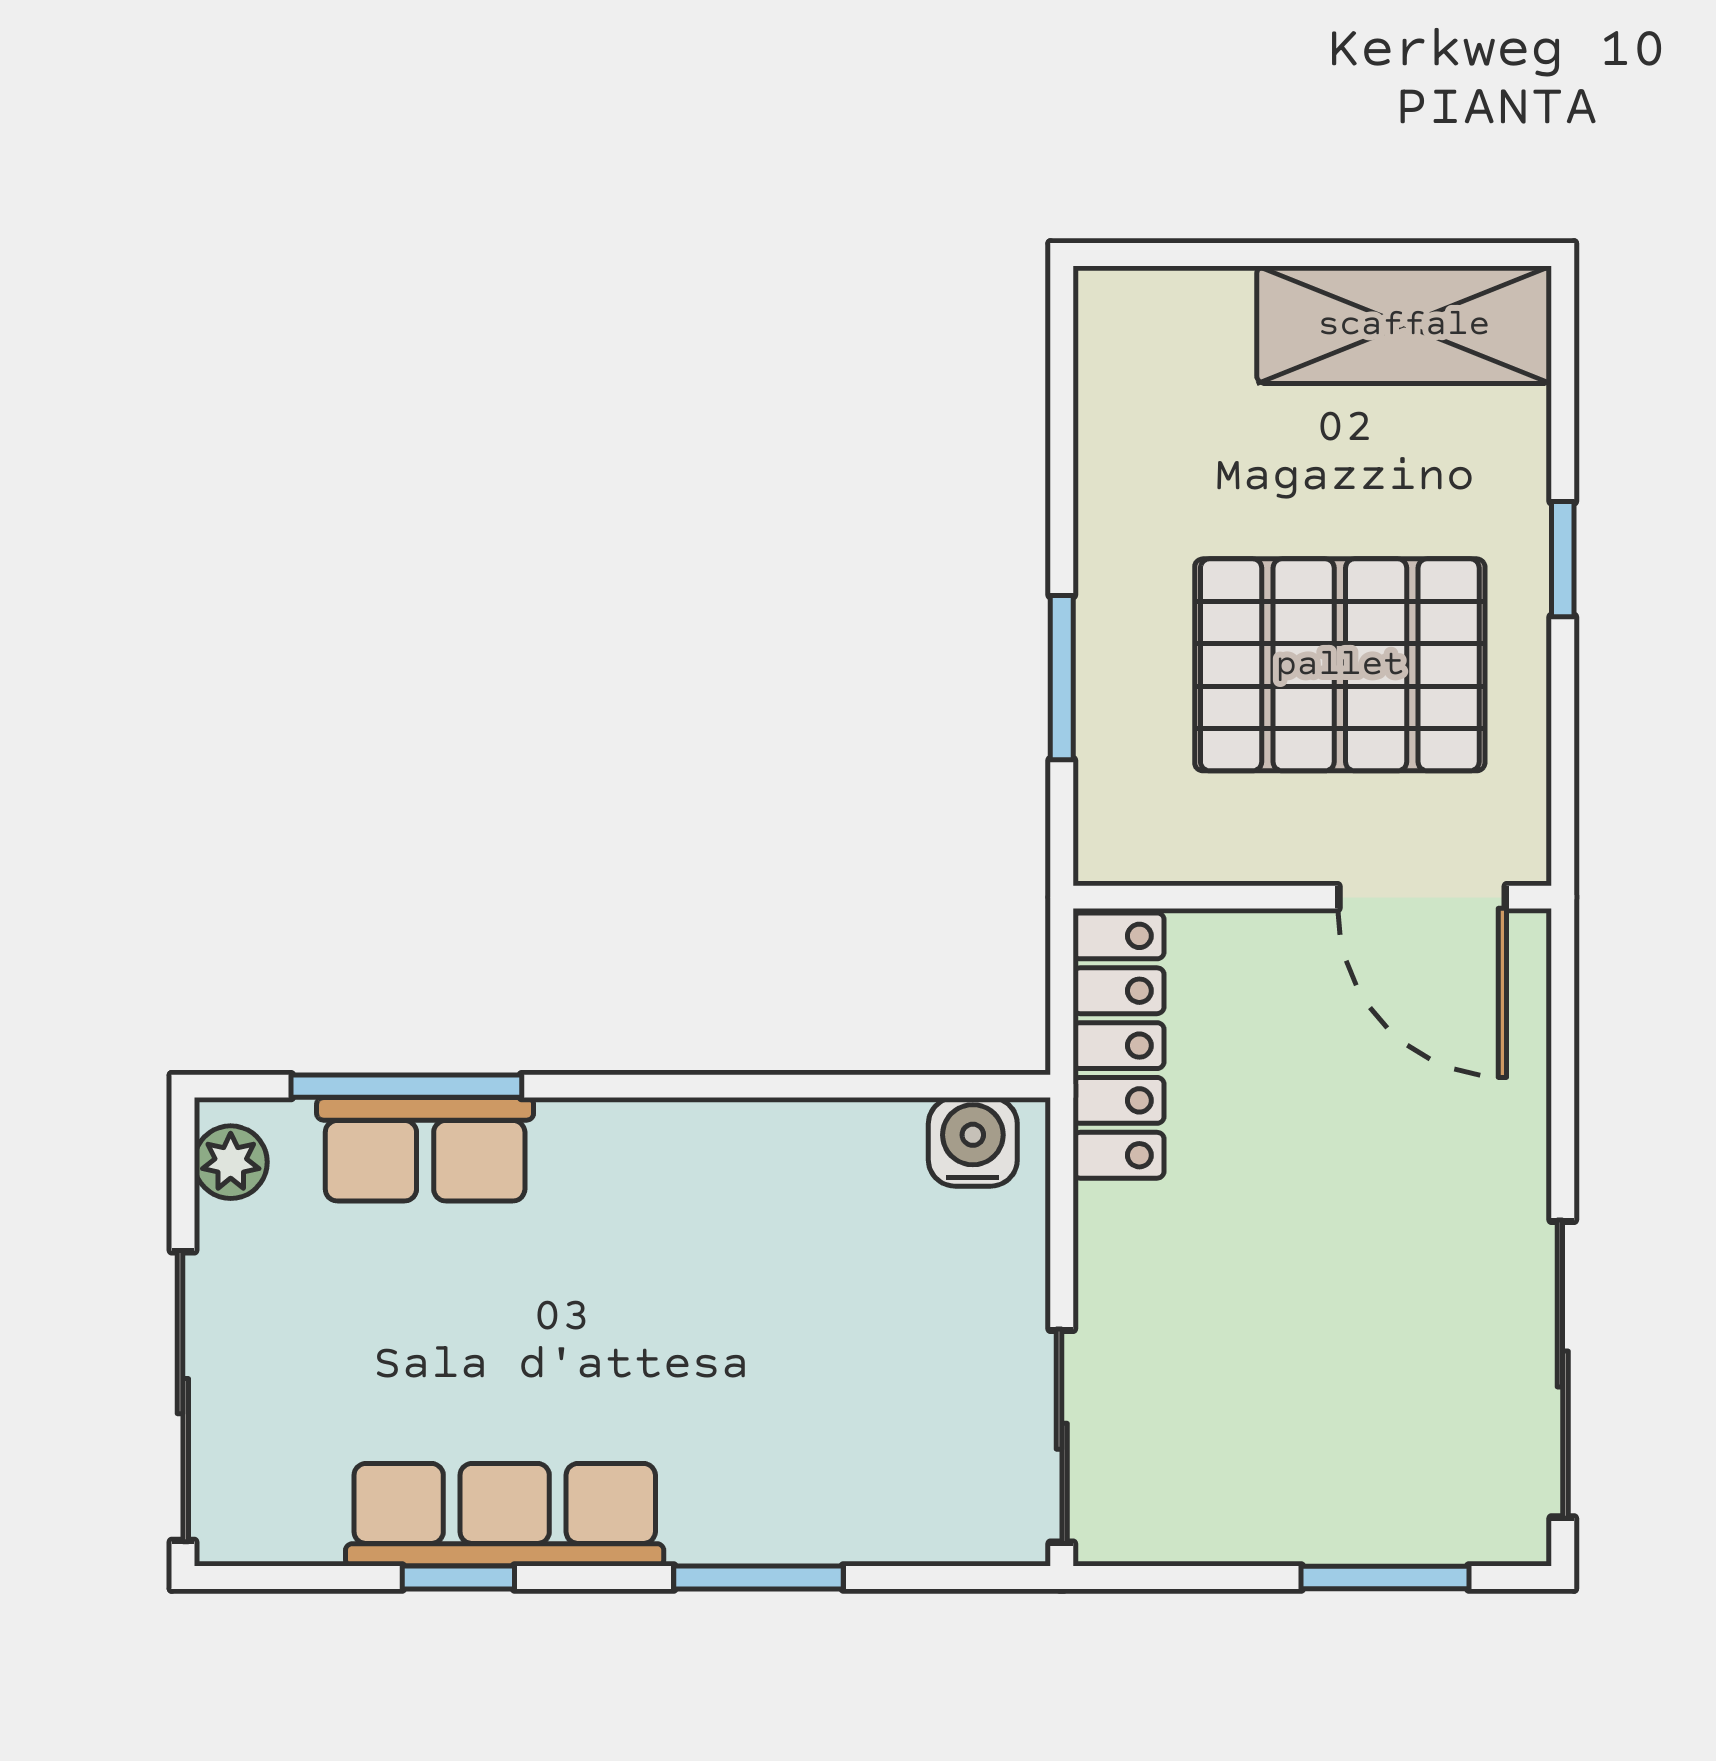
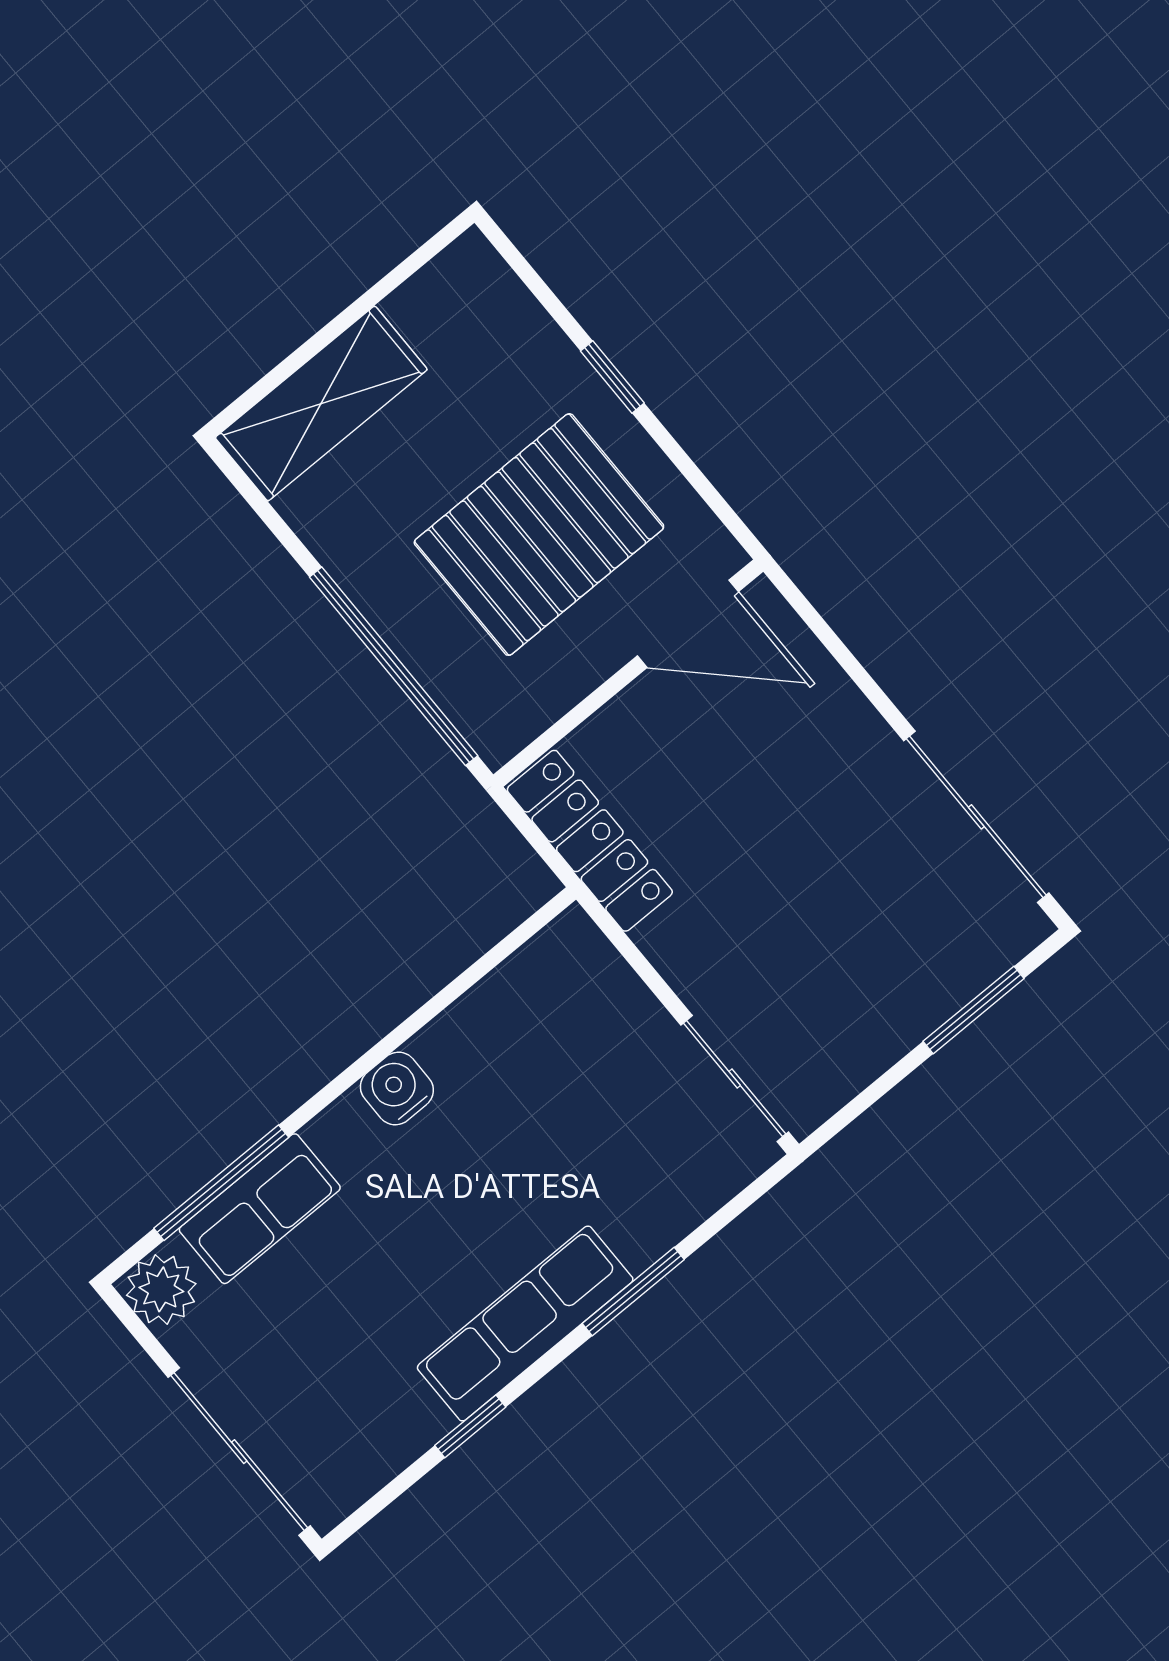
shelving: (1404, 325) -> (321, 403), moved
window: (1062, 678) -> (394, 666), width x2.11
water cooler: (973, 1142) -> (397, 1088), moved
plant: (231, 1162) -> (161, 1289), width x1.38, depth x1.38
row of seats: (505, 1515) -> (525, 1323), moved

